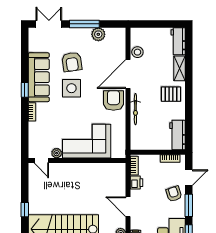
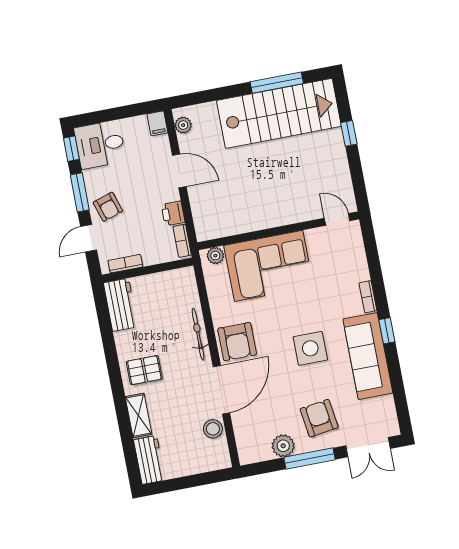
armchair: (72, 62) -> (319, 418), moved
plant: (57, 153) -> (215, 256), moved

